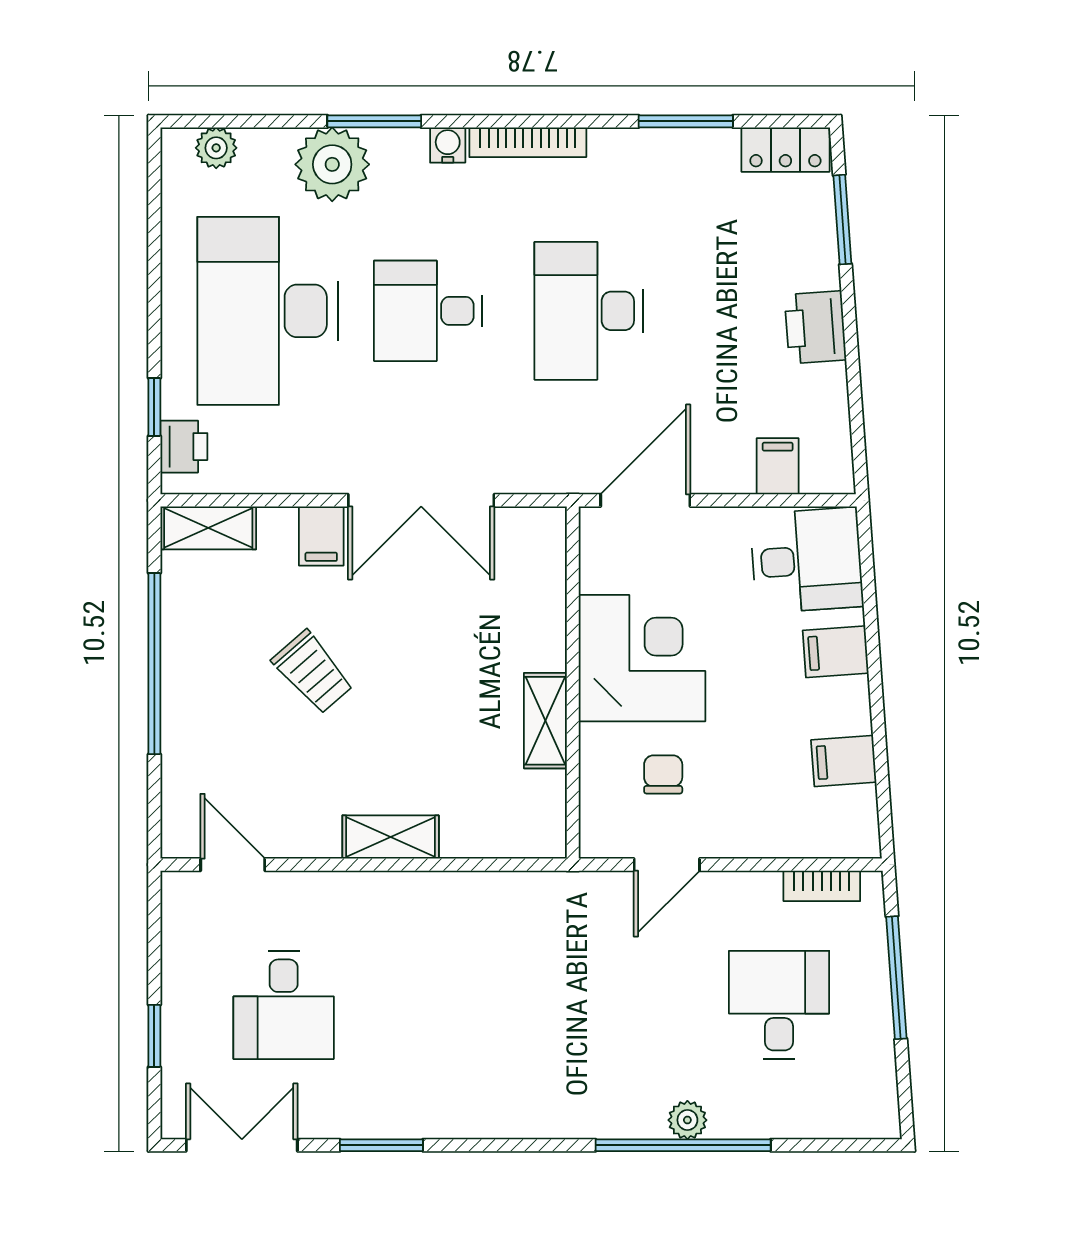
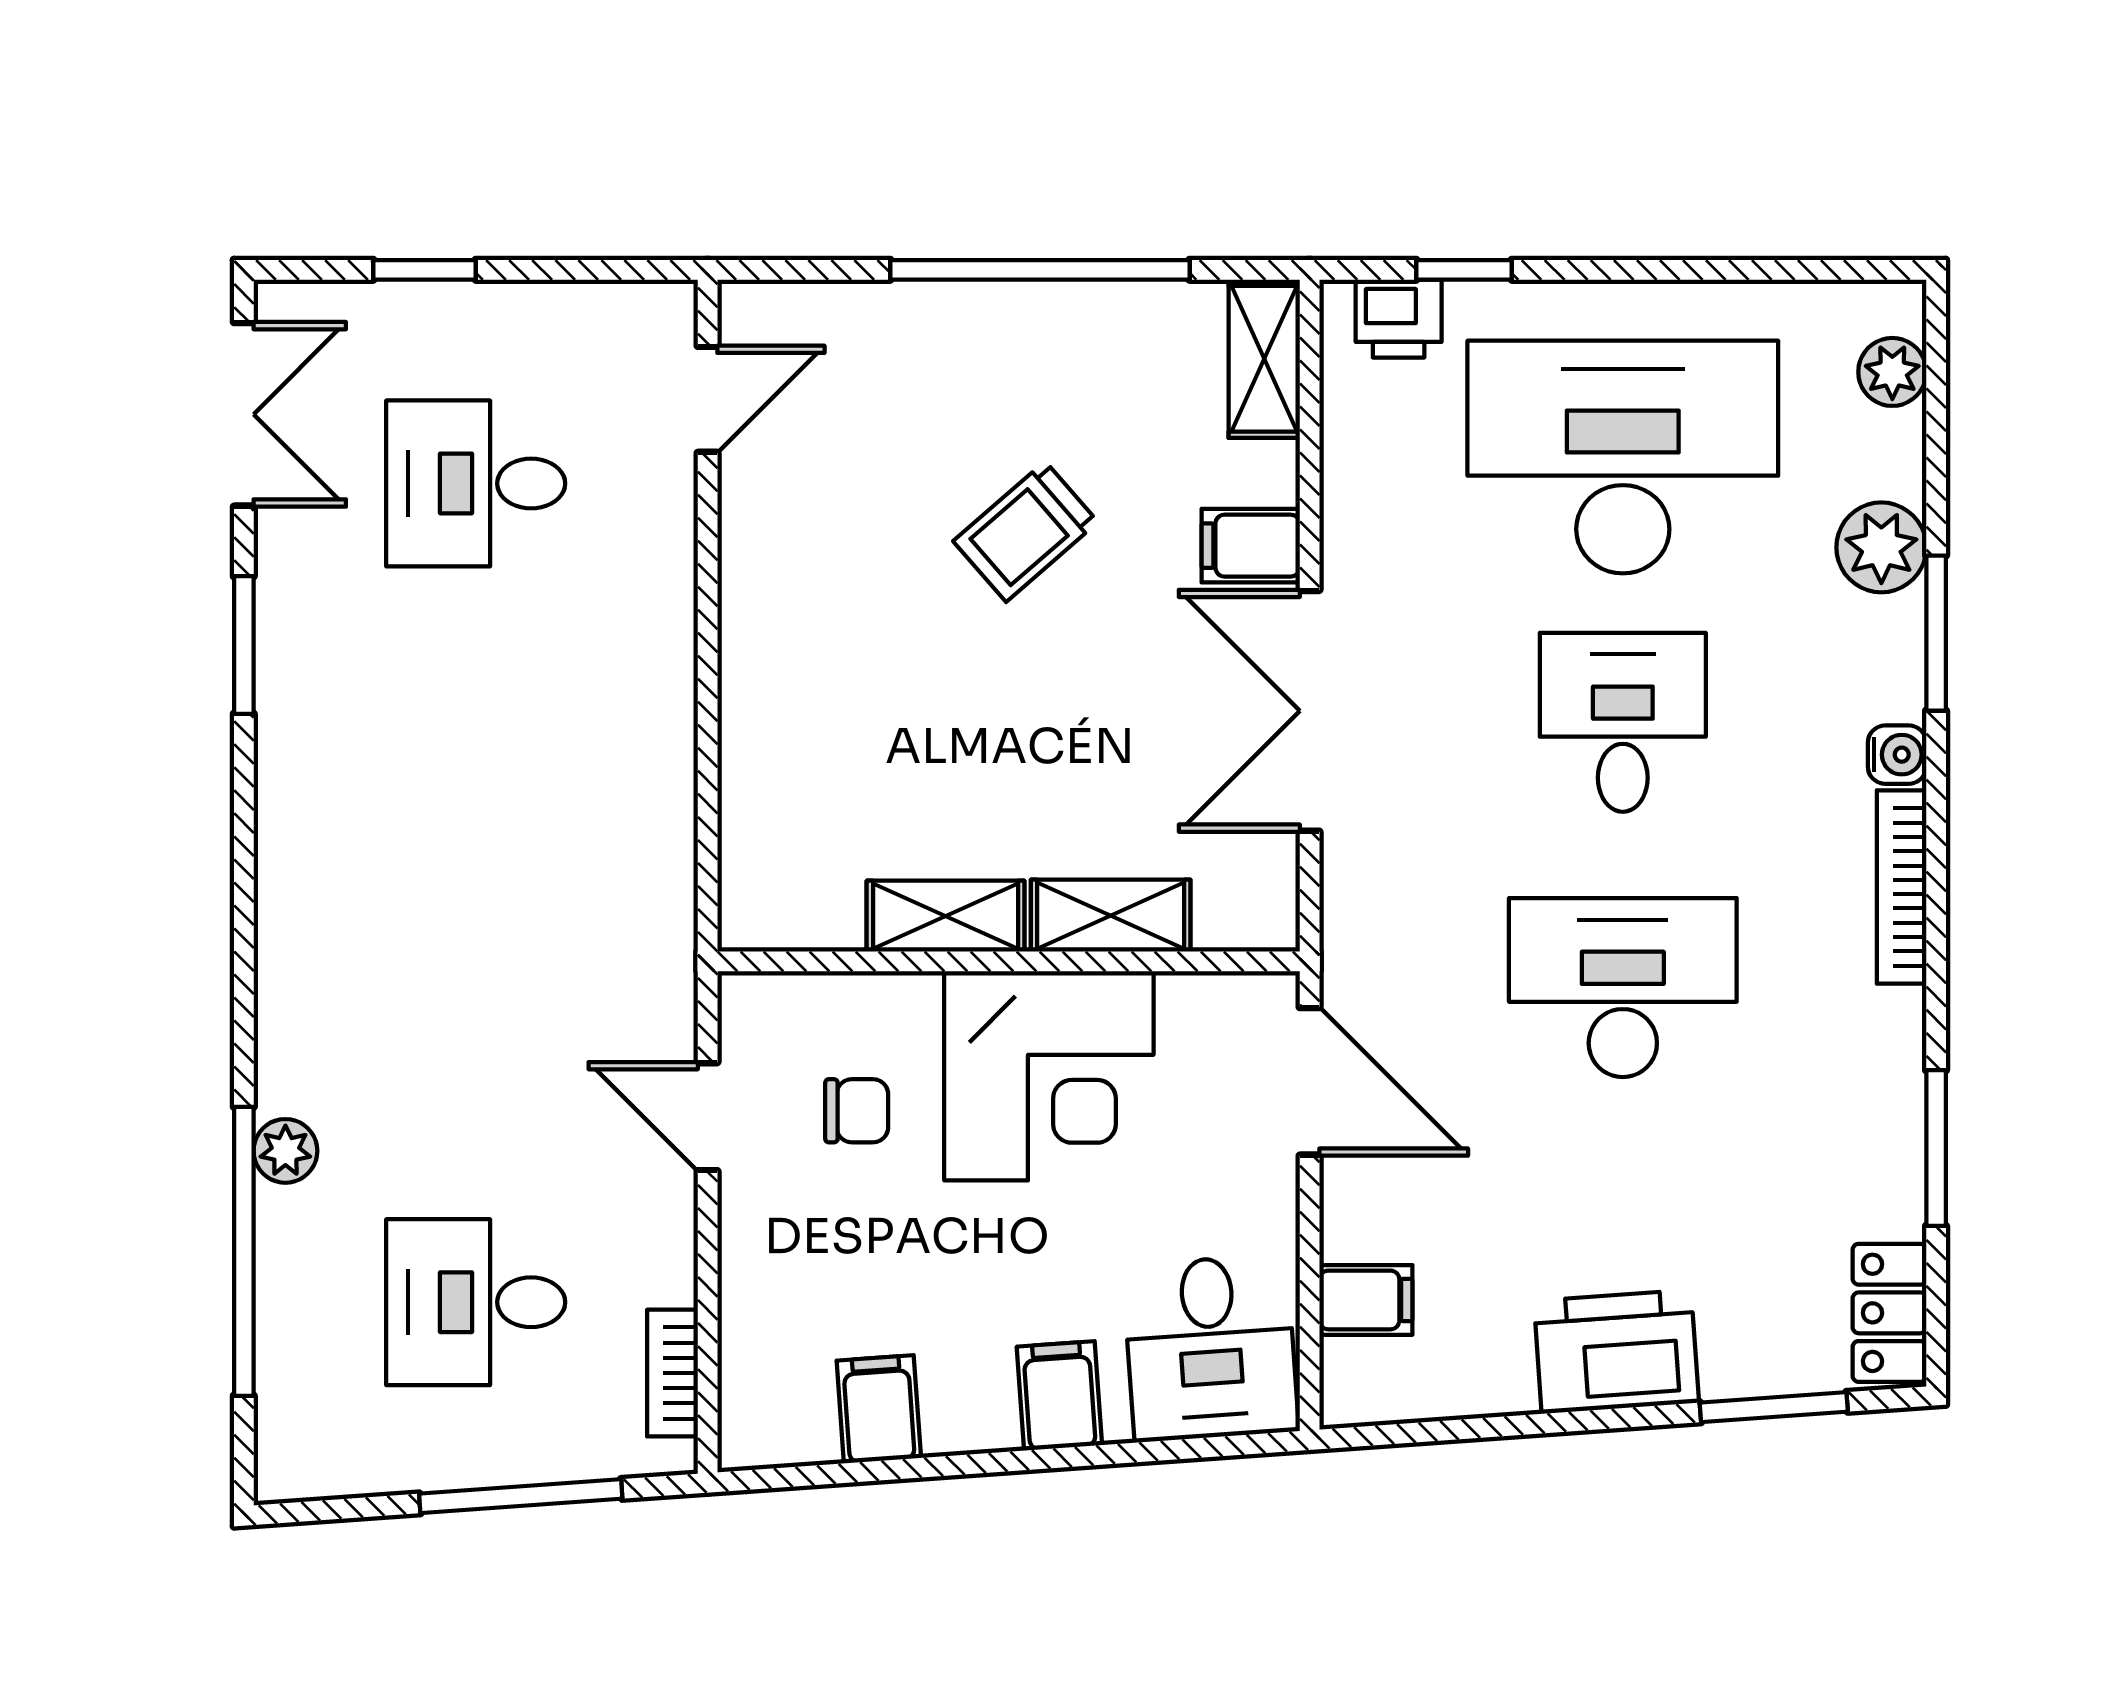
plant: (332, 164) -> (1881, 547), width x0.73, depth x0.73
printer: (815, 327) -> (1616, 1352), width x1.37, depth x1.19
shelving: (391, 837) -> (1111, 916), moved, turned 90
desk: (779, 1005) -> (476, 1302), turned 180
window: (683, 1145) -> (244, 1251), moved

